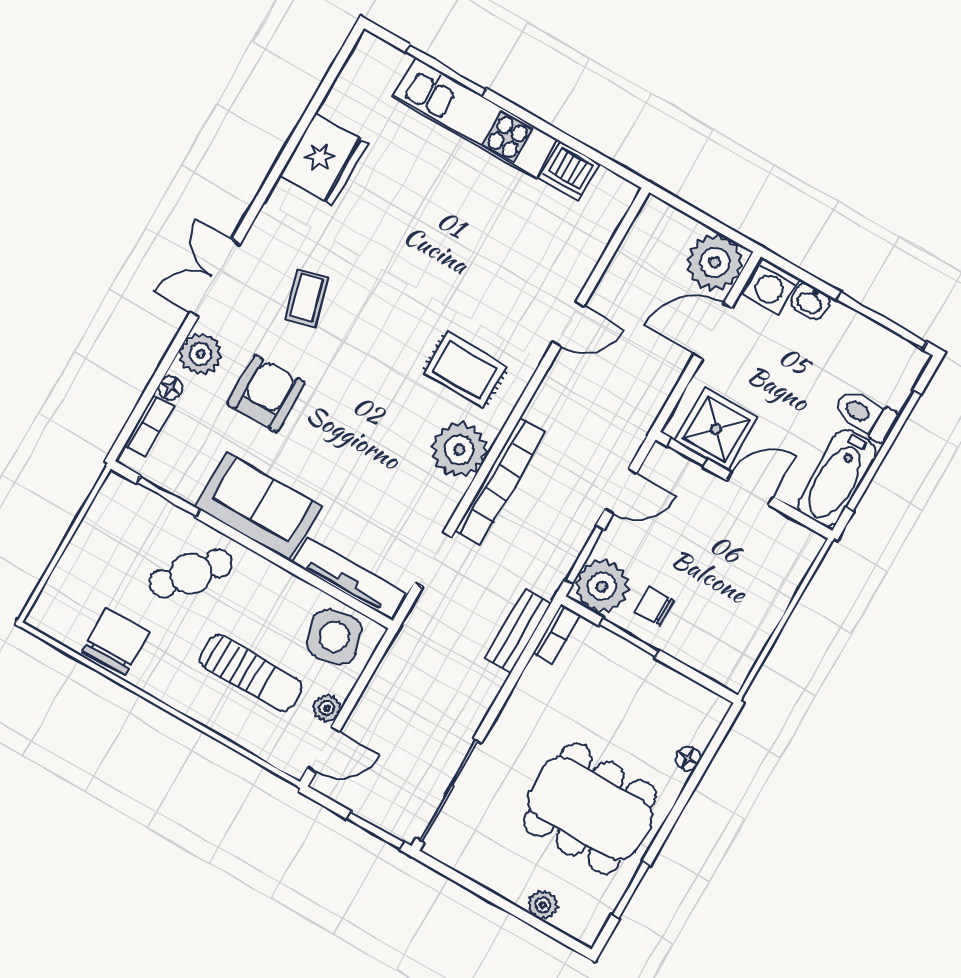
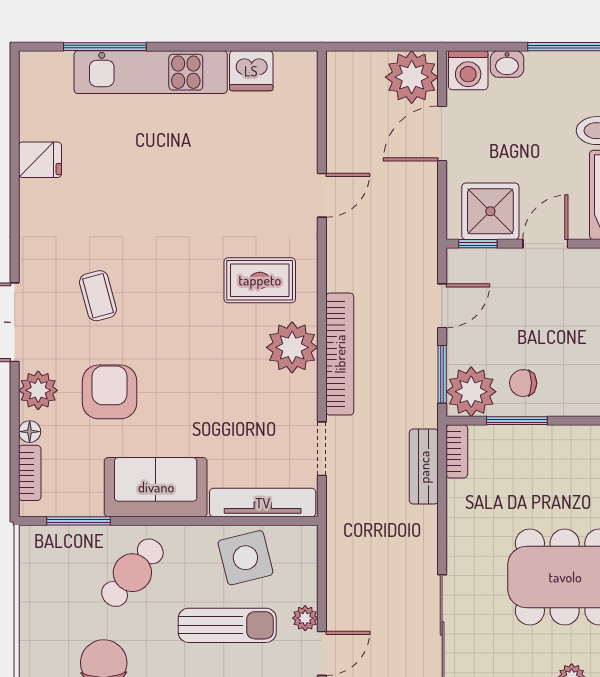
fridge: (324, 159) -> (40, 160), width x0.53, depth x0.75
side table: (334, 637) -> (245, 558), moved

